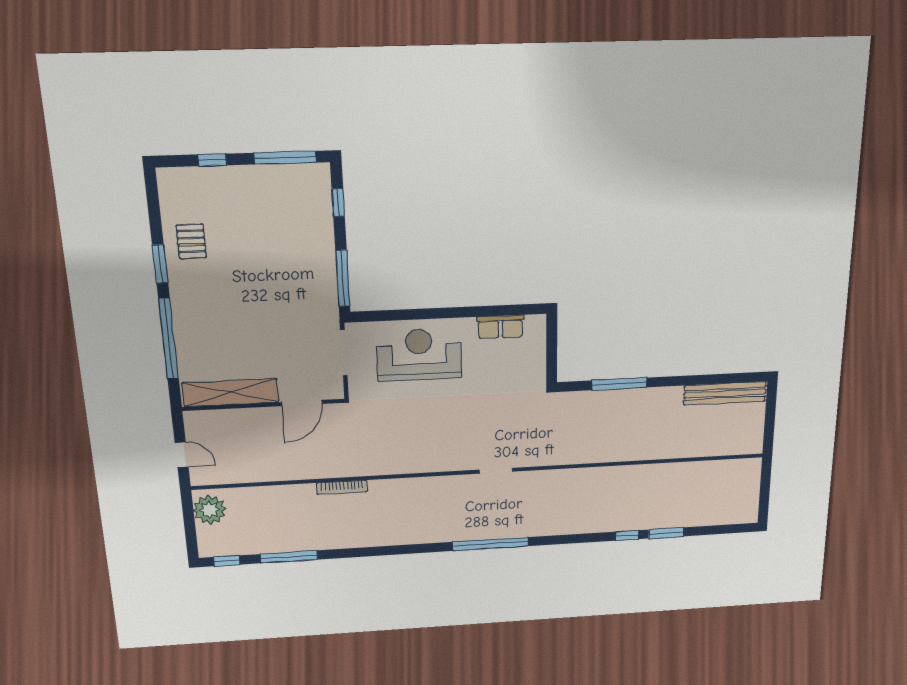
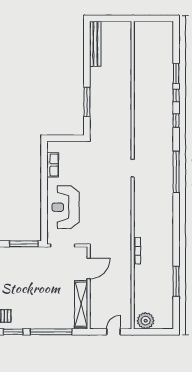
door: (302, 403) -> (89, 269), hinge flipped
window: (227, 561) -> (176, 121), moved

